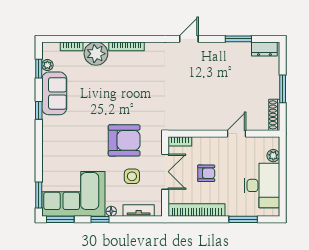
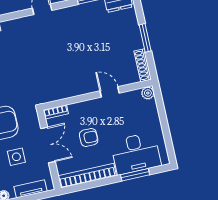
door: (236, 134) -> (110, 92), hinge flipped
plant: (273, 156) -> (148, 93), moved
desk: (262, 185) -> (136, 153), moved, turned 90

